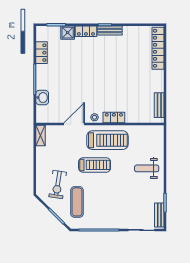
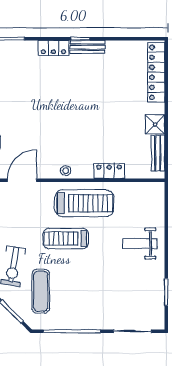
shower: (68, 33) -> (155, 125), moved
locker: (114, 118) -> (109, 171), moved
door: (74, 124) -> (22, 180), moved
treadmill: (95, 165) -> (66, 239), turned 180
bench: (159, 215) -> (158, 310), removed

